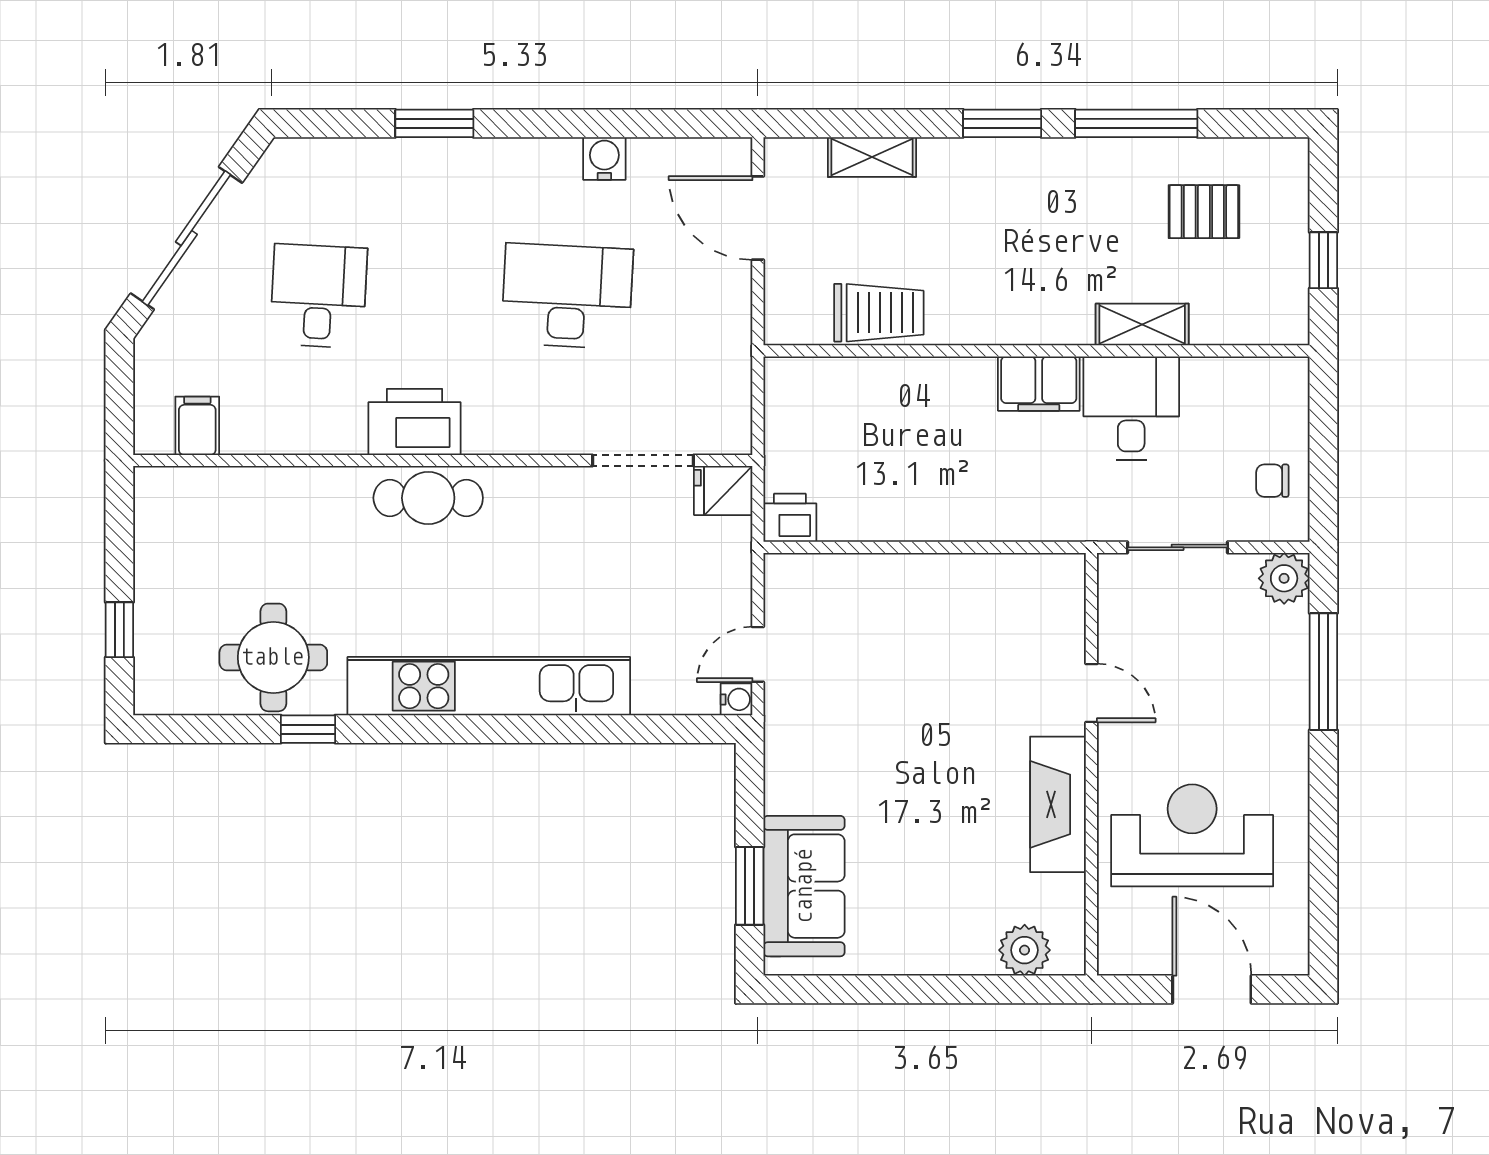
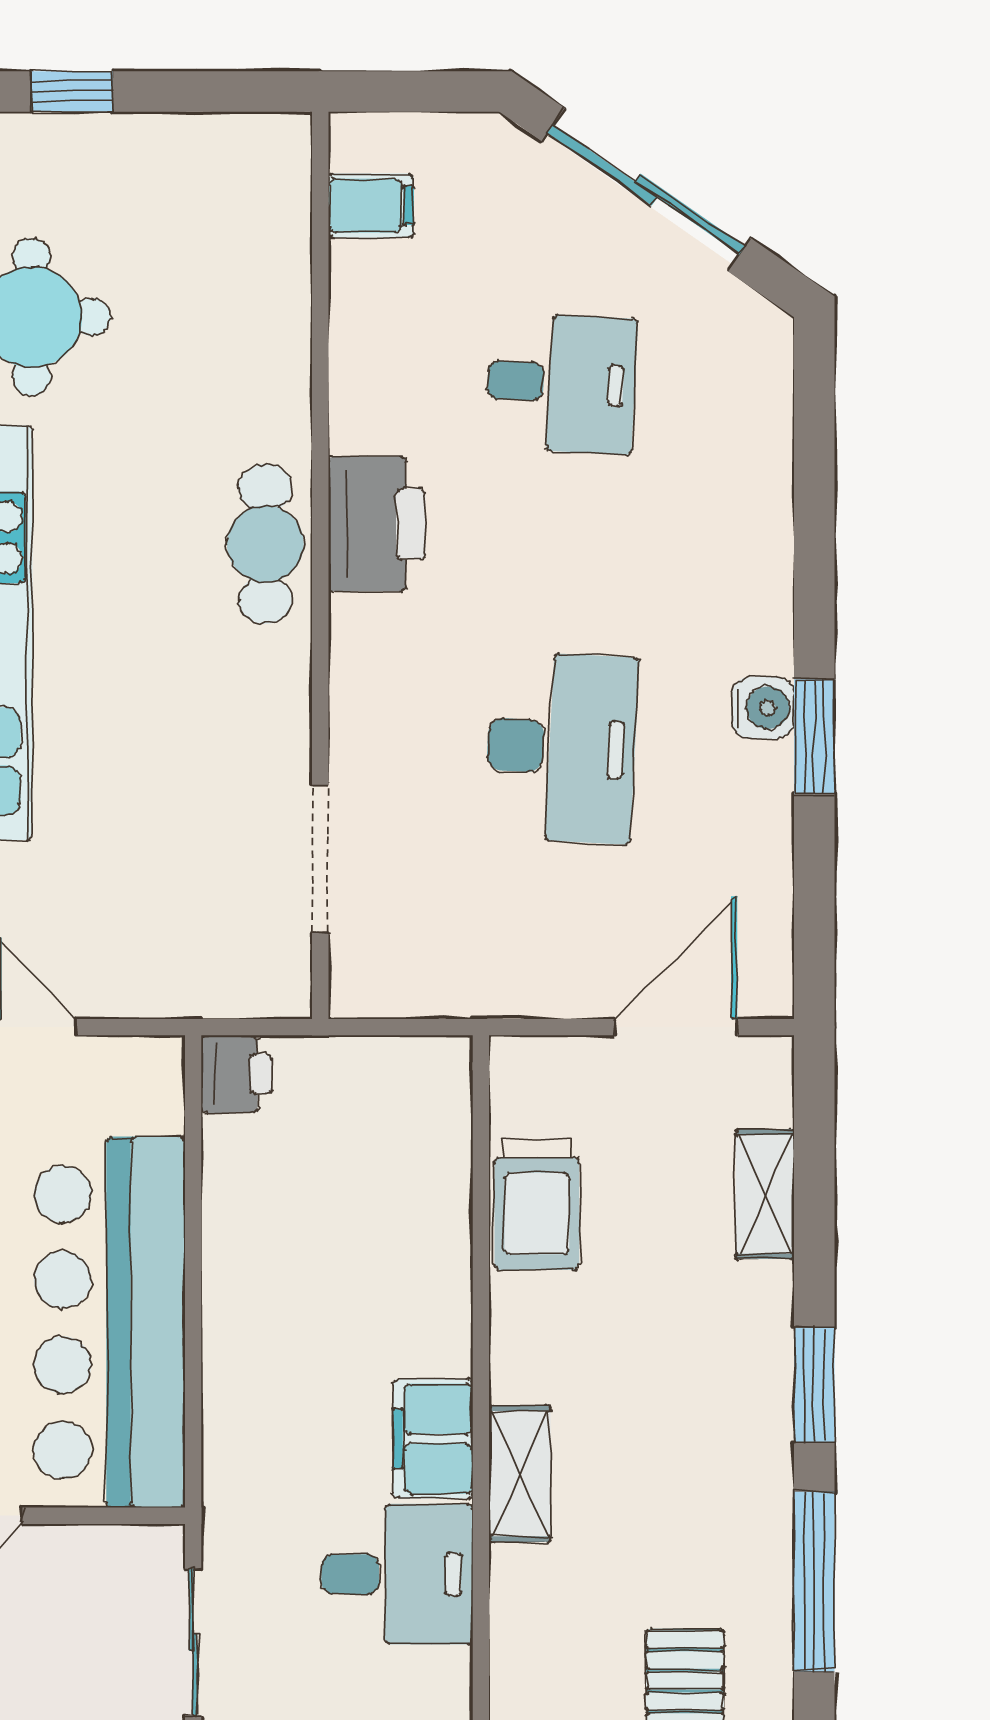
window: (434, 123) -> (814, 737), moved
water cooler: (604, 158) -> (763, 708), moved
shelving: (1142, 324) -> (520, 1474), moved
fridge: (723, 491) -> (276, 976), removed
bar counter: (959, 604) -> (109, 1322), added

